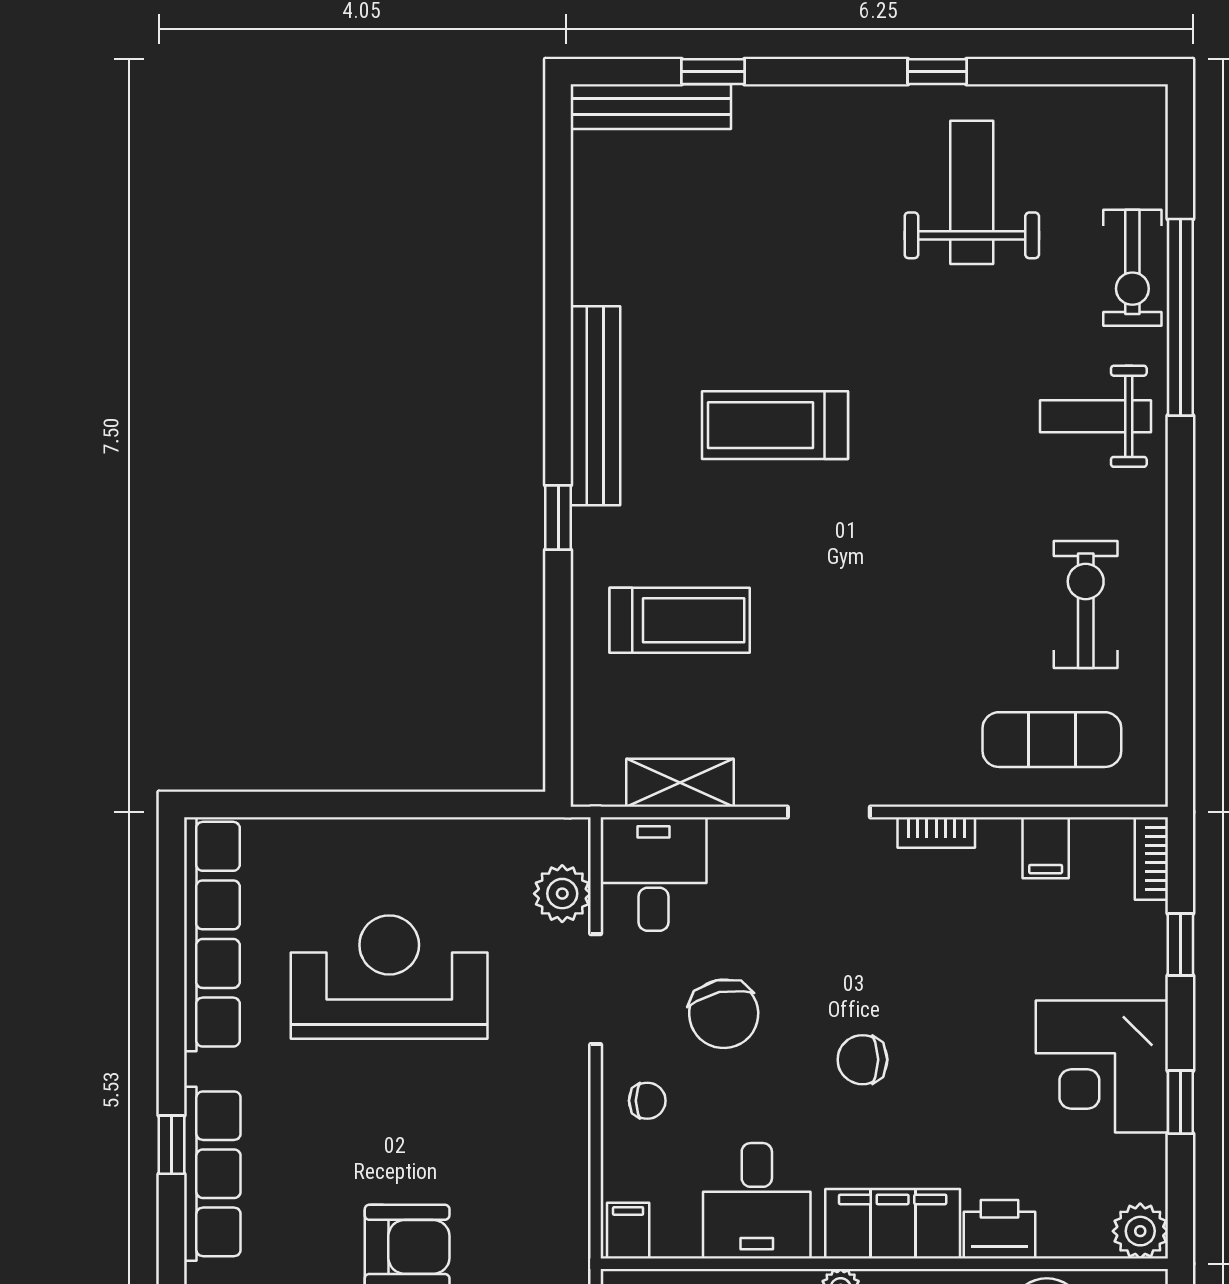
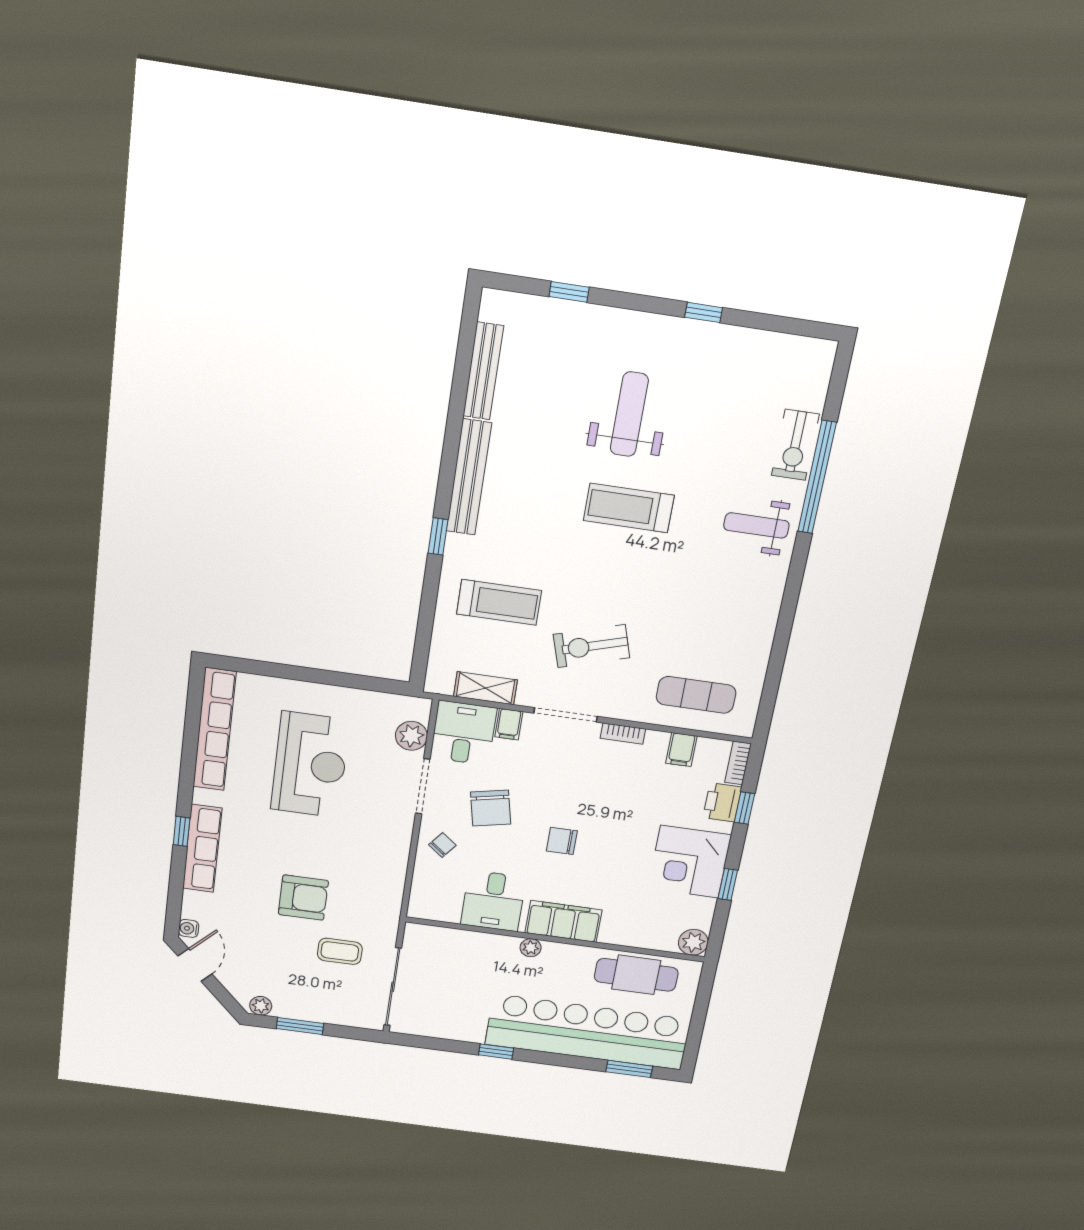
bench: (651, 107) -> (483, 371), moved, turned 90
weight bench: (972, 192) -> (629, 414), moved
treadmill: (775, 425) -> (629, 508), moved
exercise bike: (1086, 604) -> (592, 646), moved, turned -107
doorway: (829, 812) -> (566, 715), width x1.38
reception desk: (389, 977) -> (310, 765), turned 90
chair: (647, 1101) -> (442, 845), turned -52
printer: (1000, 1229) -> (722, 802), moved, turned -90
filing cabinet: (628, 1231) -> (509, 724), moved, turned 180

